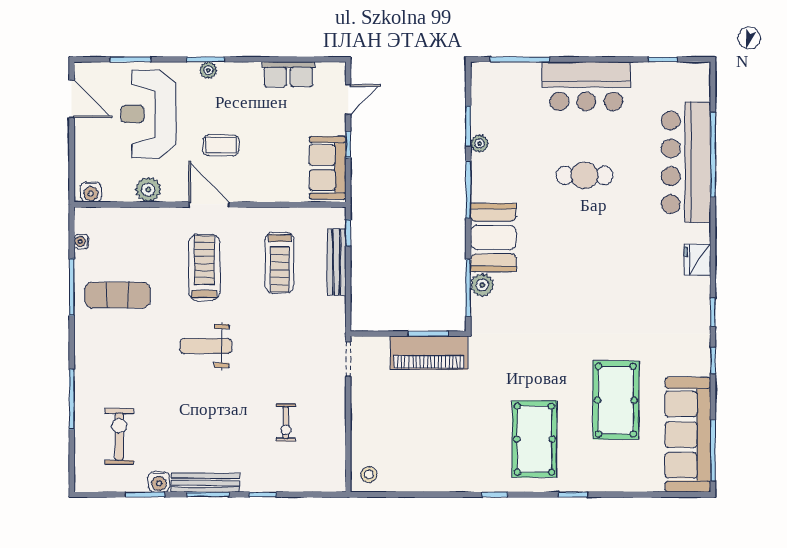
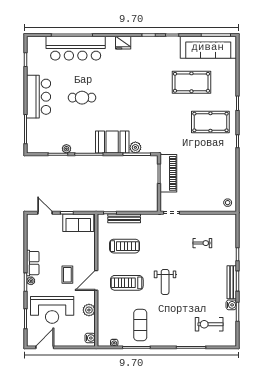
row of seats: (288, 74) -> (33, 263), moved
cafe table: (584, 175) -> (82, 98), turned 90

